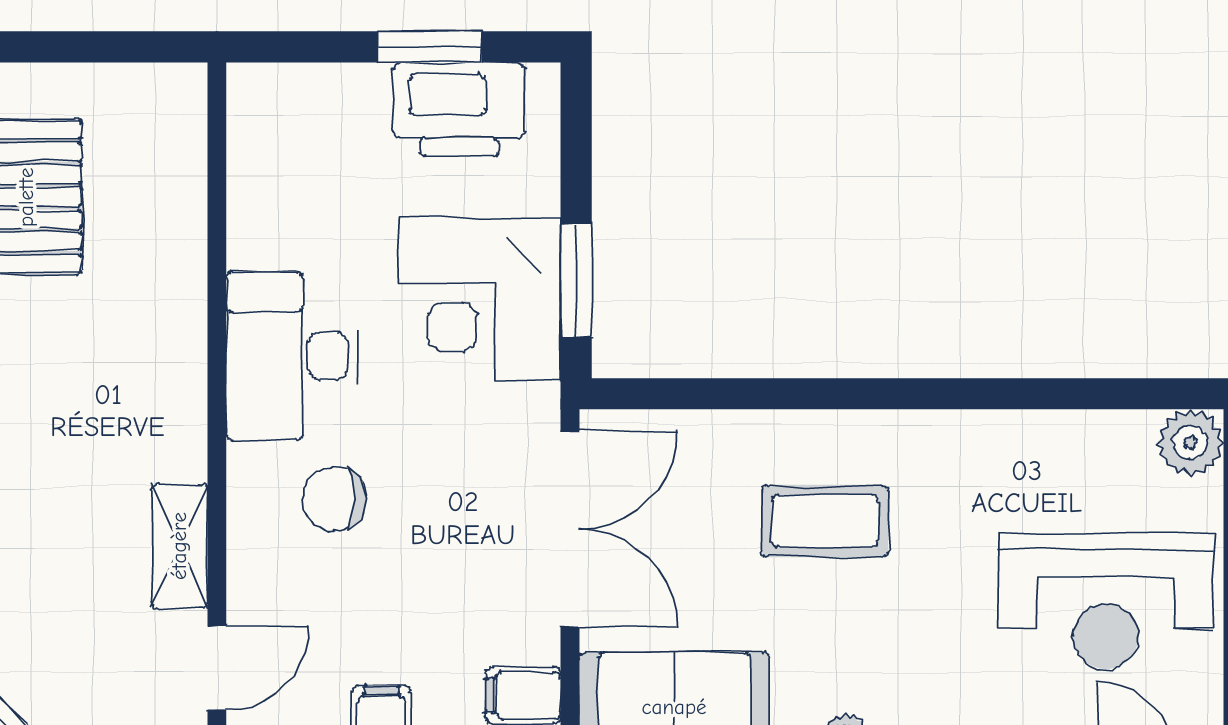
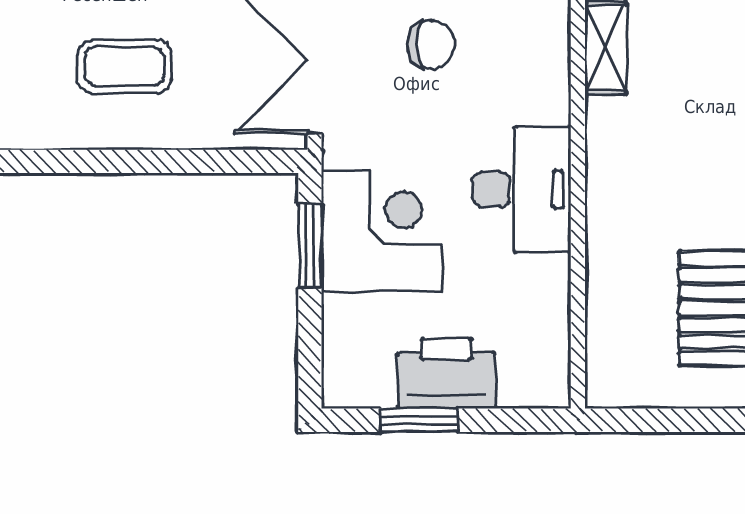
printer: (459, 109) -> (446, 374), moved
chair: (334, 499) -> (431, 44), moved

